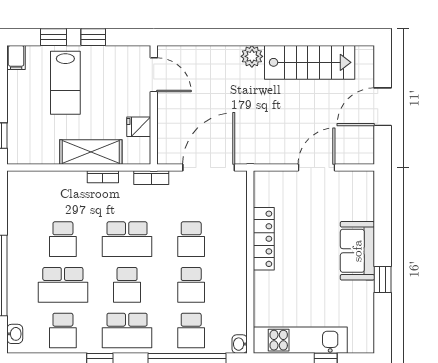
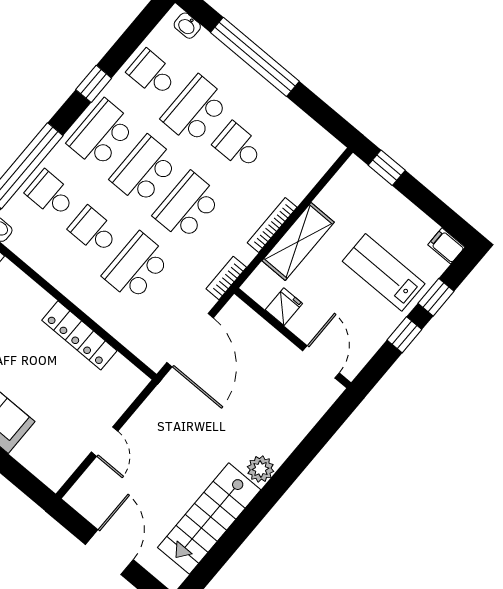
door: (154, 75) -> (321, 362), swing flipped
door: (316, 168) -> (105, 442), width x0.73
bookcase: (103, 177) -> (272, 225), width x1.56
school desk: (191, 239) -> (137, 267), width x1.85
school desk: (127, 285) -> (144, 170), width x1.85

